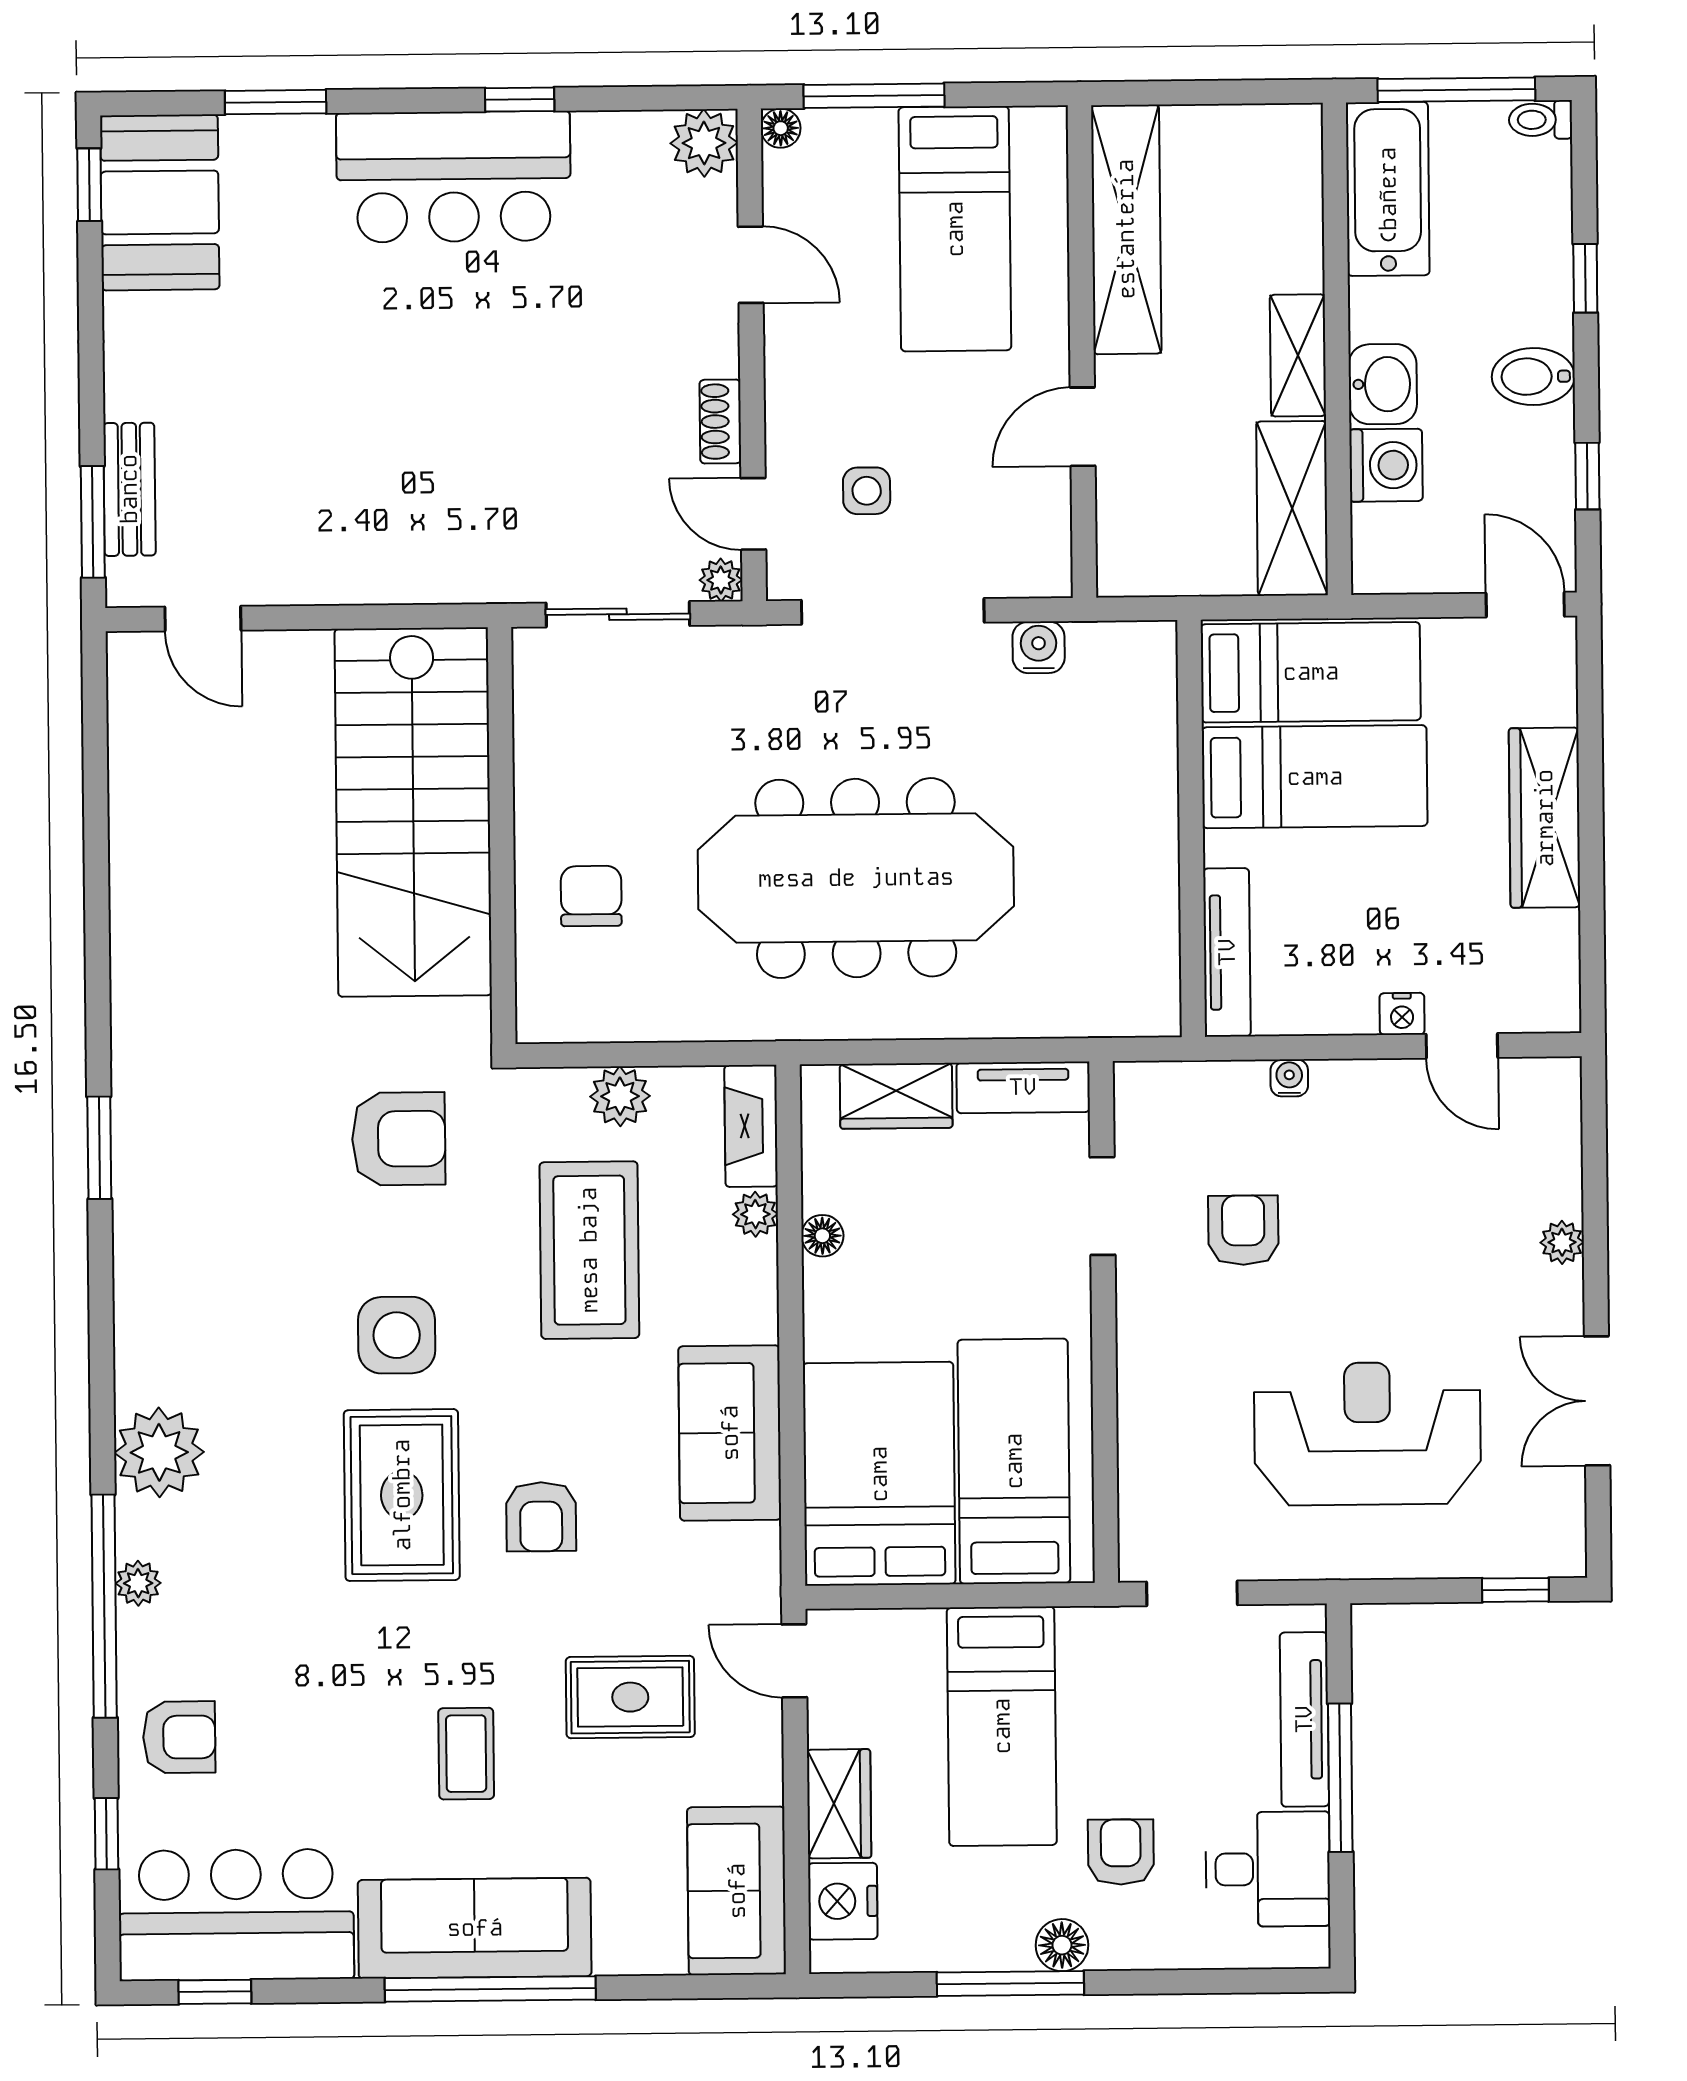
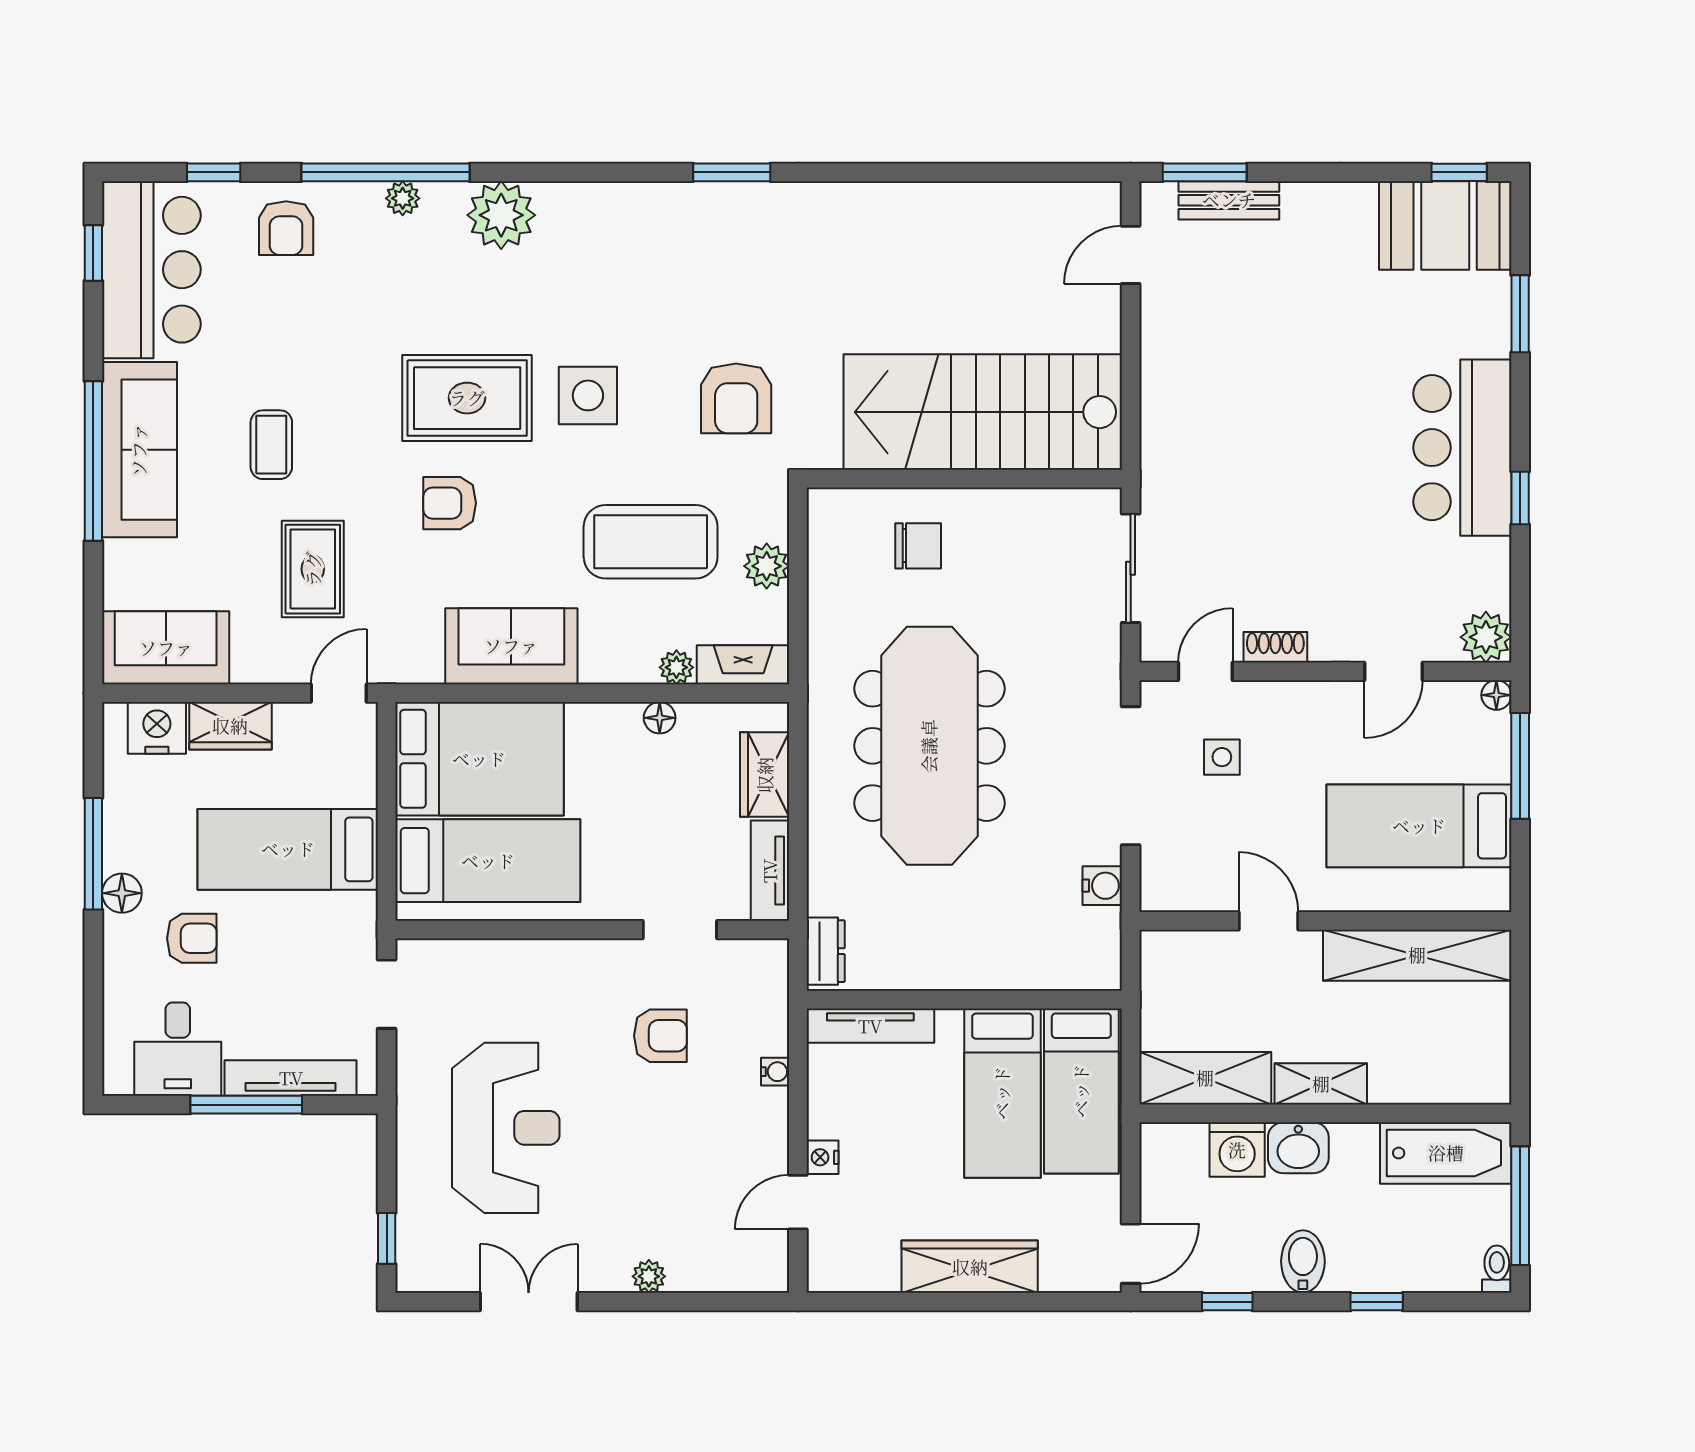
plant: (721, 580) -> (1156, 646), removed
dresser: (1129, 1013) -> (826, 951), added
coffee table: (466, 1754) -> (271, 445), turned 90

